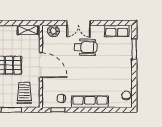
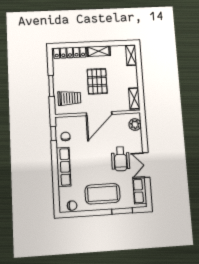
double door: (78, 23) -> (146, 165), moved
coffee table: (117, 66) -> (103, 194), added

